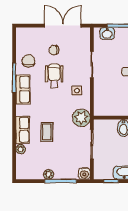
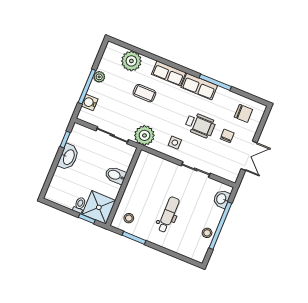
double door: (63, 26) -> (249, 156), width x0.73
chair: (28, 61) -> (243, 113), moved
row of seats: (23, 130) -> (169, 73), moved
plant: (21, 149) -> (131, 61), width x1.88, depth x1.88
water cooler: (84, 174) -> (90, 103), moved

